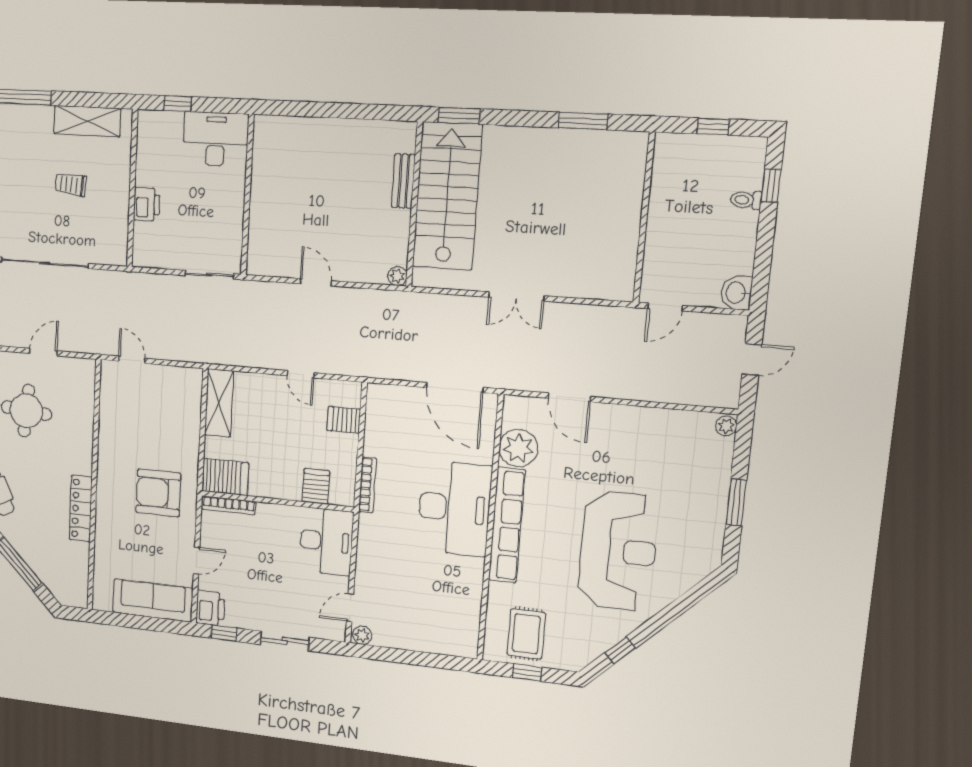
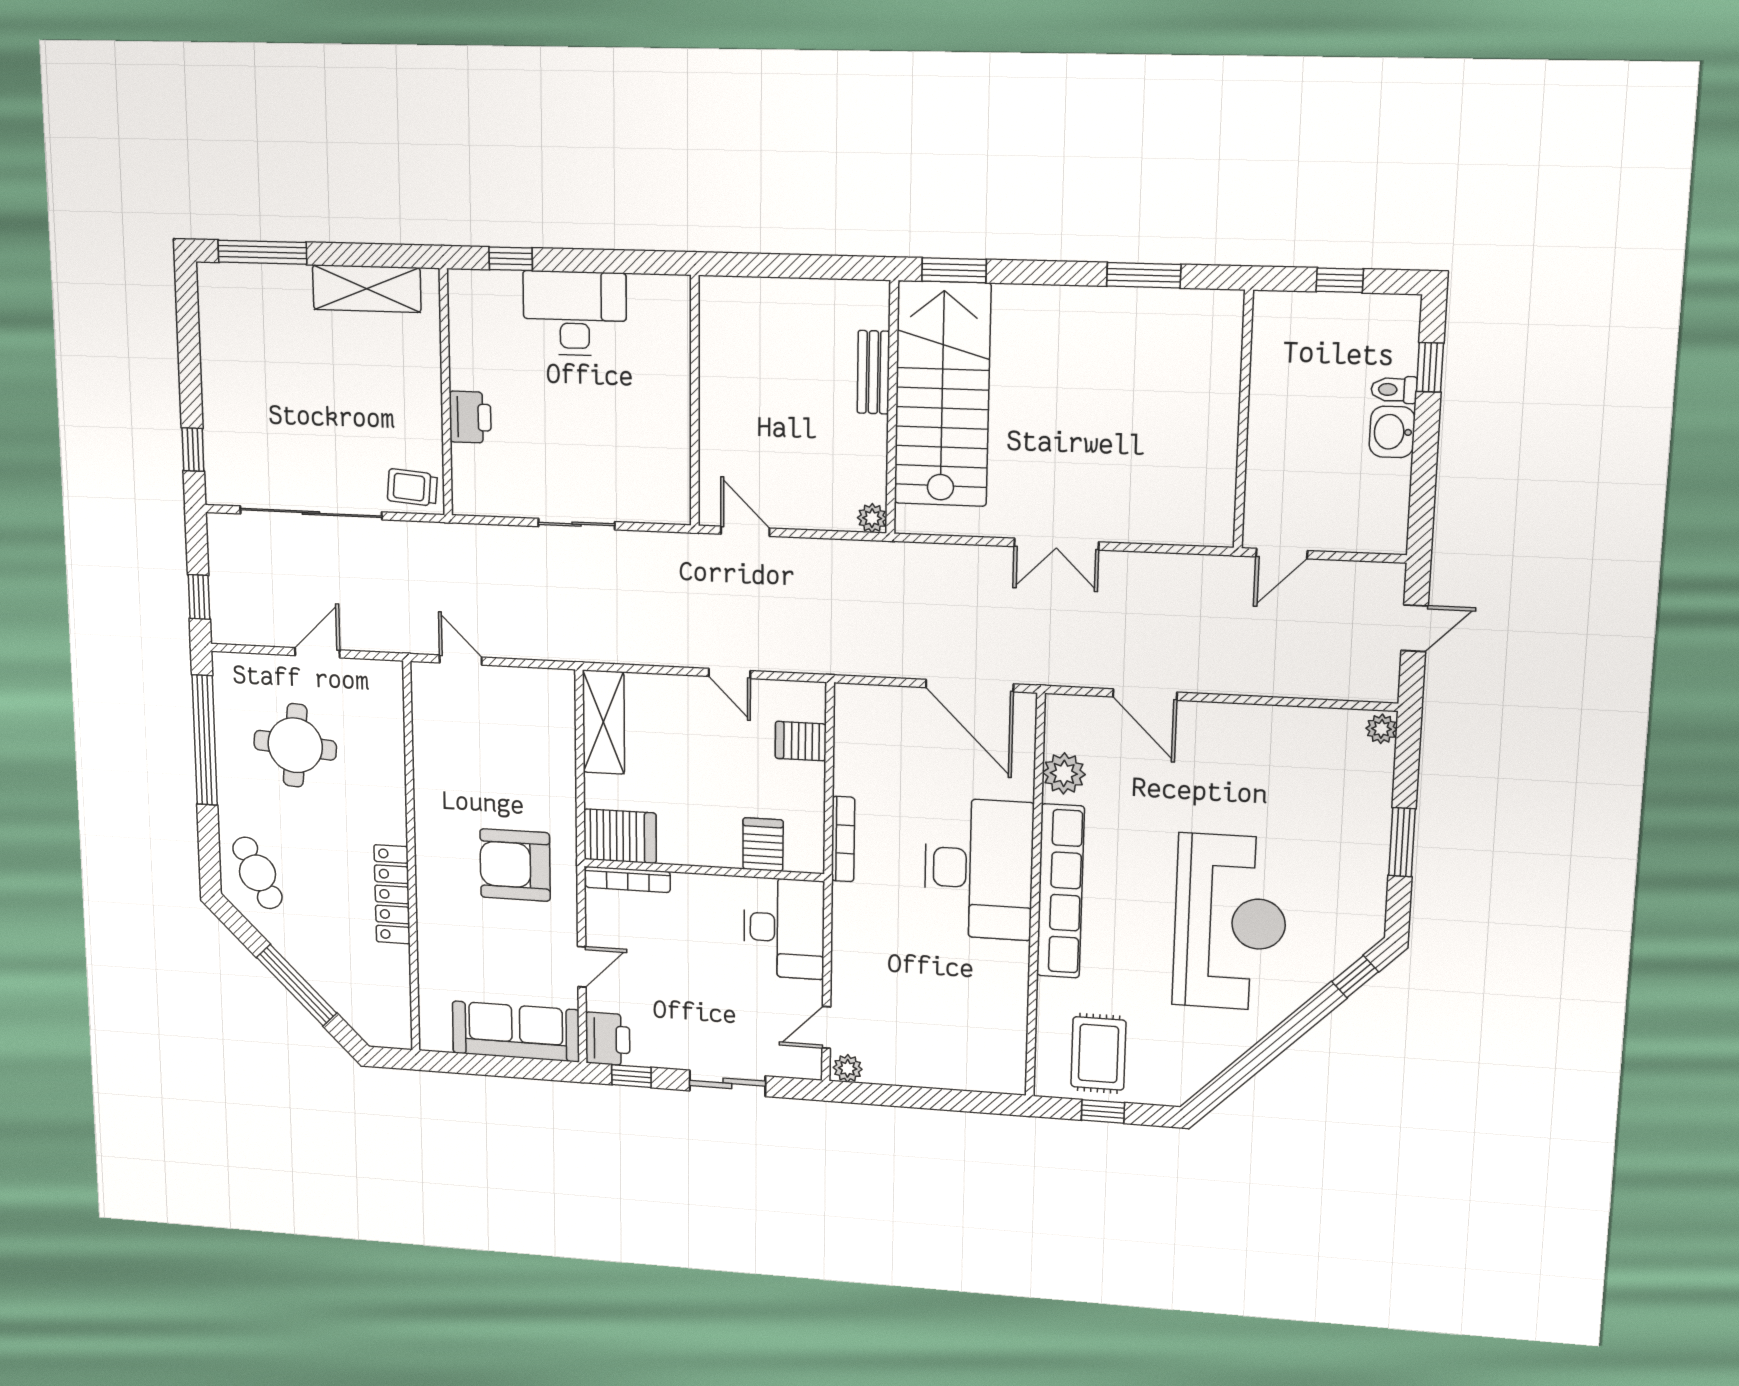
trolley: (71, 184) -> (412, 488), moved
wall: (247, 195) -> (695, 401), moved
washbasin: (736, 293) -> (1392, 432), moved
plant: (518, 448) -> (1064, 773), width x0.73, depth x0.73
window: (620, 650) -> (1355, 977), moved

